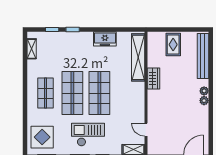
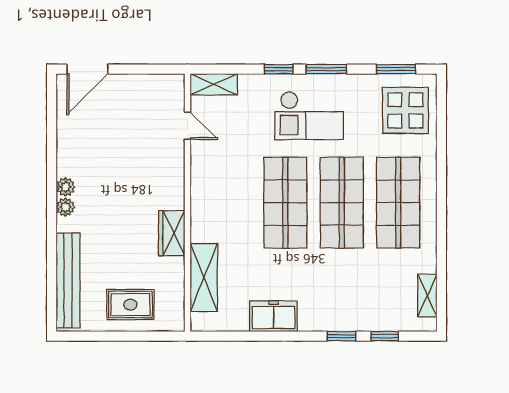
rug: (173, 45) -> (130, 305), turned 90
shelving: (138, 57) -> (204, 278), width x0.68
shop shelf: (46, 93) -> (398, 203), width x1.43, depth x1.36

